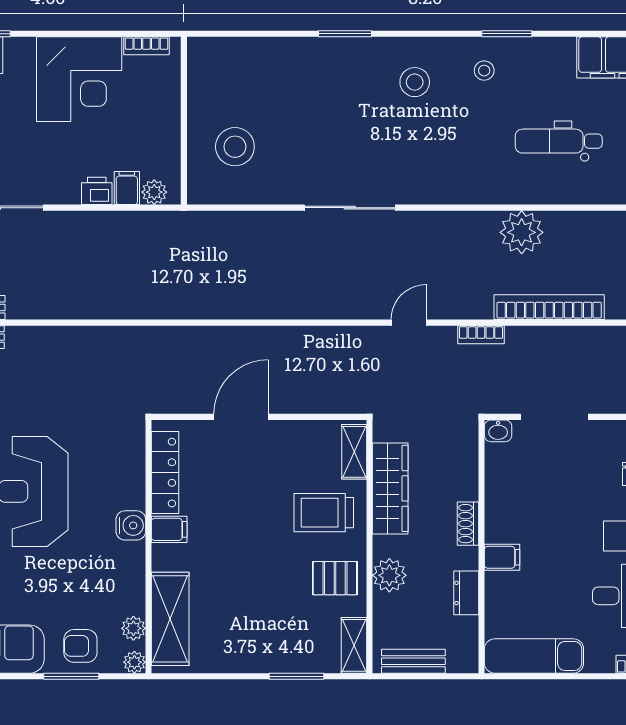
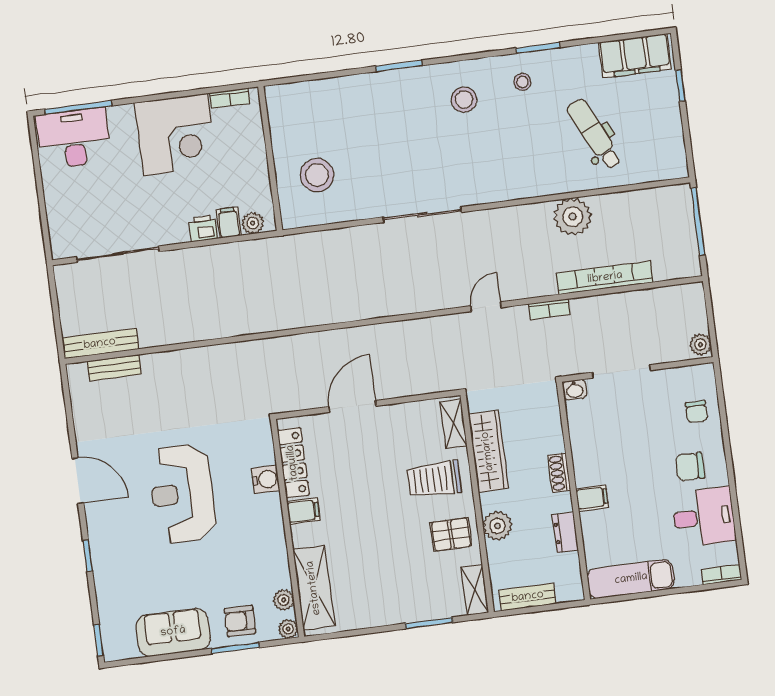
dental chair: (559, 141) -> (594, 134), turned 64
water cooler: (131, 525) -> (266, 479), moved

